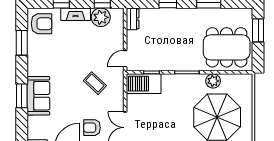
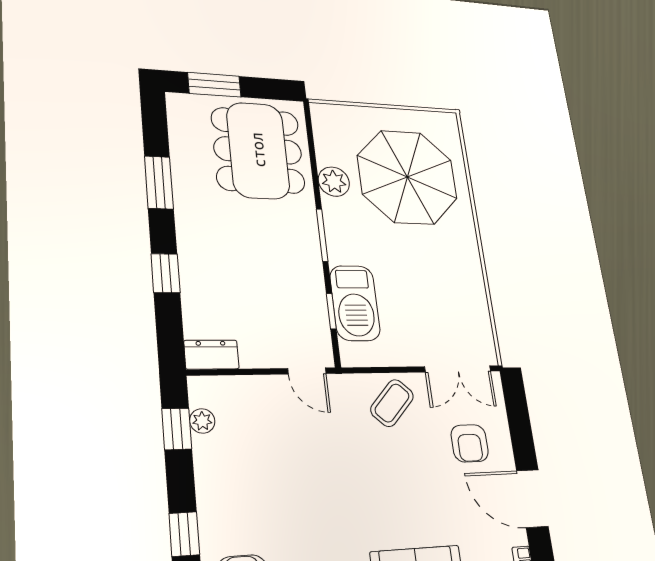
fireplace: (76, 14) -> (211, 495), removed
plant: (101, 17) -> (202, 421), width x0.53, depth x0.53
coffee table: (95, 83) -> (392, 403), moved
barbecue: (144, 84) -> (355, 303), moved

